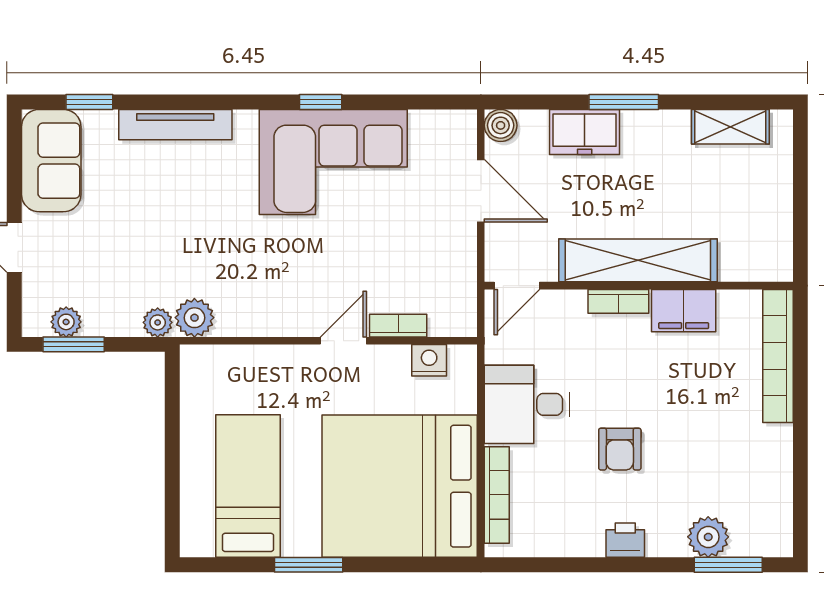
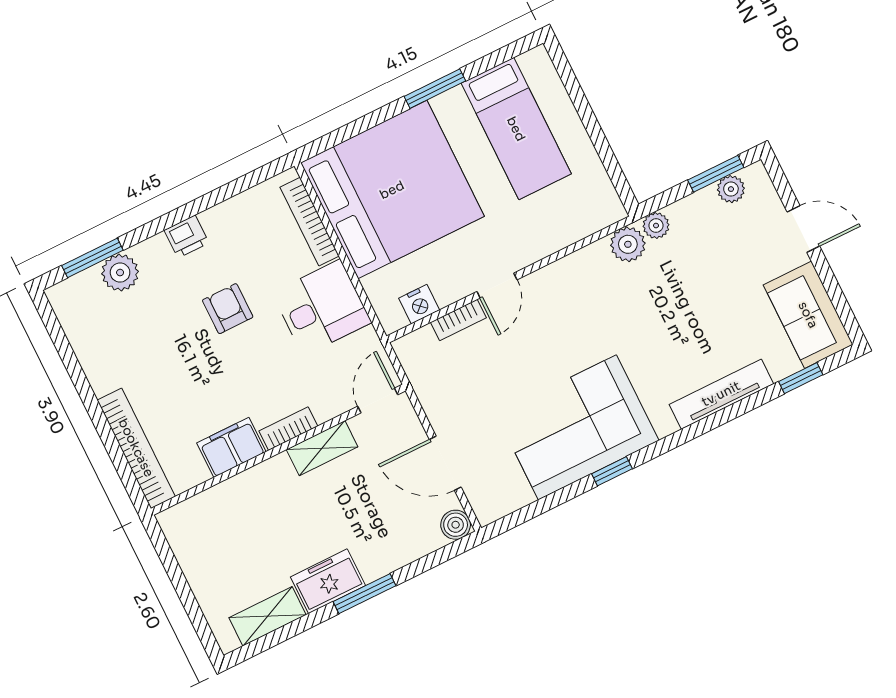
freezer: (585, 132) -> (328, 581), moved
shelving: (638, 260) -> (322, 448), width x0.45, depth x0.75

